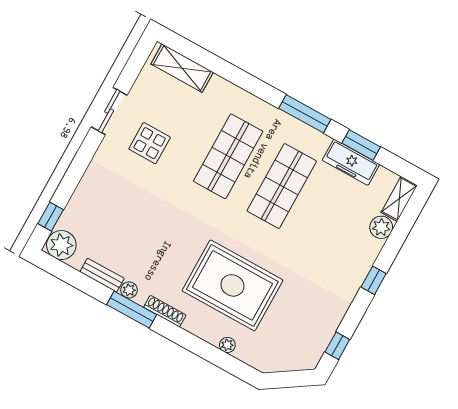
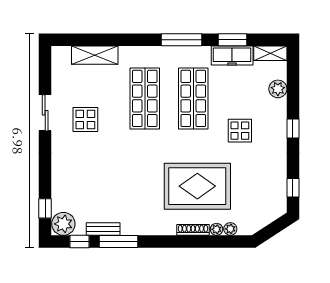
shelving: (182, 68) -> (95, 55), moved
shelving: (399, 199) -> (270, 53), moved, turned 90
display table: (314, 250) -> (240, 131), added
window: (68, 274) -> (80, 242), added
plant: (129, 290) -> (230, 229), moved
window: (132, 310) -> (119, 242), moved
shoe rack: (165, 311) -> (193, 230), moved

